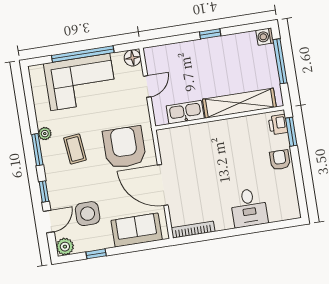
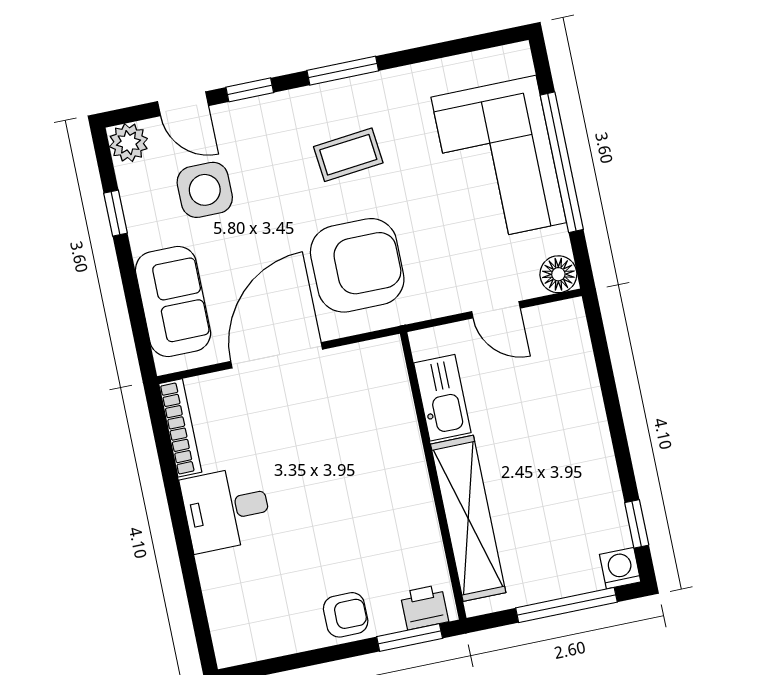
window: (210, 34) -> (637, 524), moved
plant: (45, 134) -> (379, 86), removed
desk: (249, 208) -> (226, 509), moved

